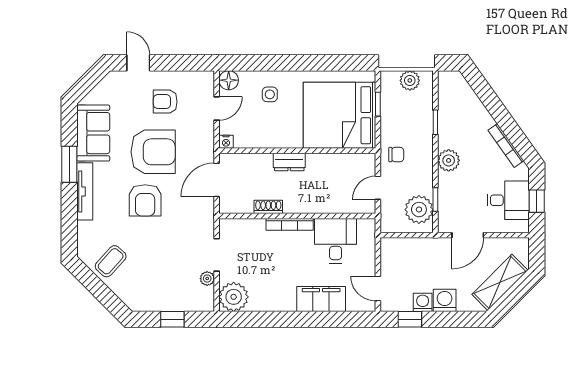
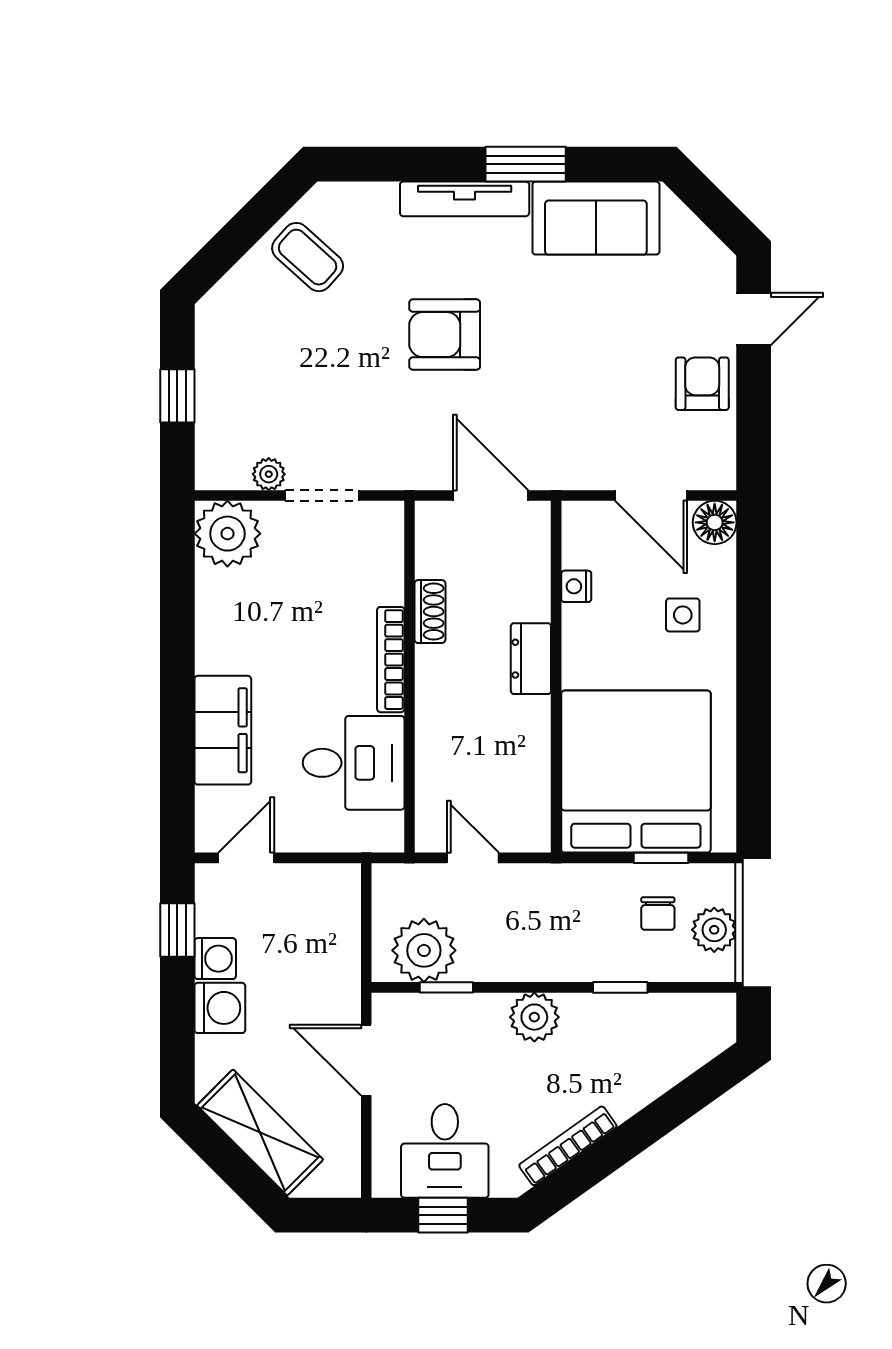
armchair: (165, 102) -> (702, 384), moved
door: (217, 109) -> (651, 495), width x1.38
nightstand: (226, 142) -> (576, 586), moved
armchair: (153, 152) -> (554, 353), removed
chair: (396, 155) -> (658, 914), moved

